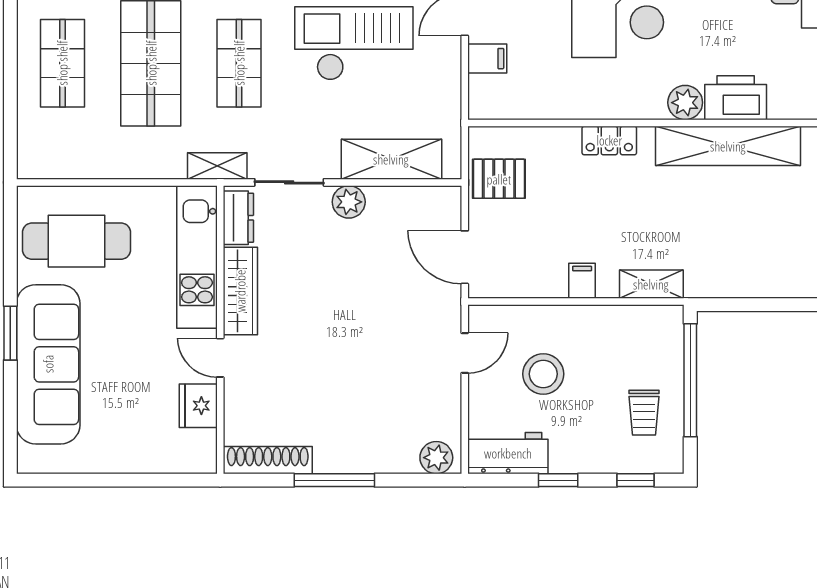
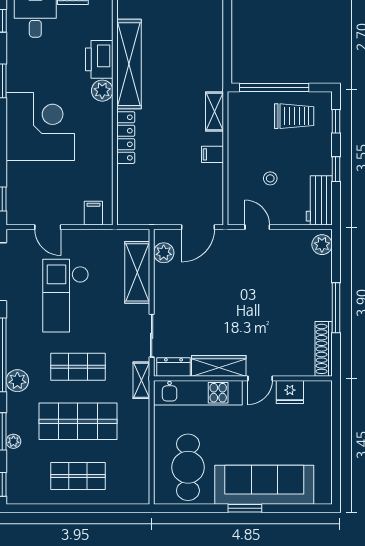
filing cabinet: (487, 59) -> (93, 213), moved
locker: (609, 140) -> (126, 138), width x1.53
pallet: (499, 179) -> (149, 206), removed
plant: (349, 202) -> (164, 253), moved
stool: (543, 374) -> (270, 178), width x0.53, depth x0.53
trolley: (644, 413) -> (294, 116), width x1.36, depth x1.39

